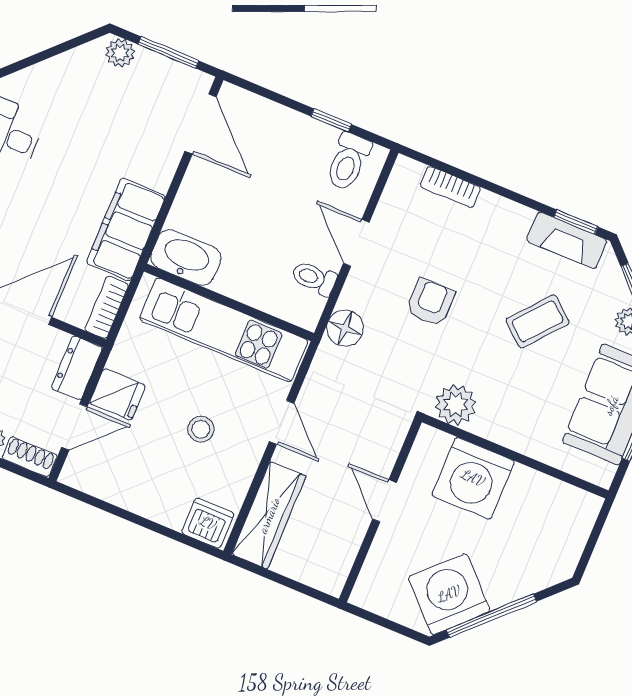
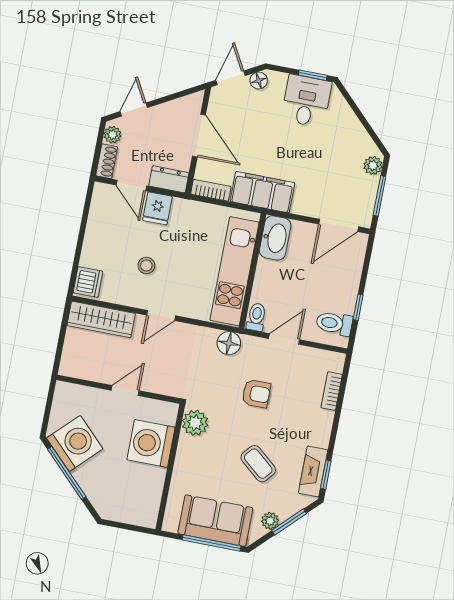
washbasin: (186, 258) -> (275, 238), moved
wall: (229, 302) -> (253, 271), moved
kitchen unit: (224, 330) -> (235, 271), moved

